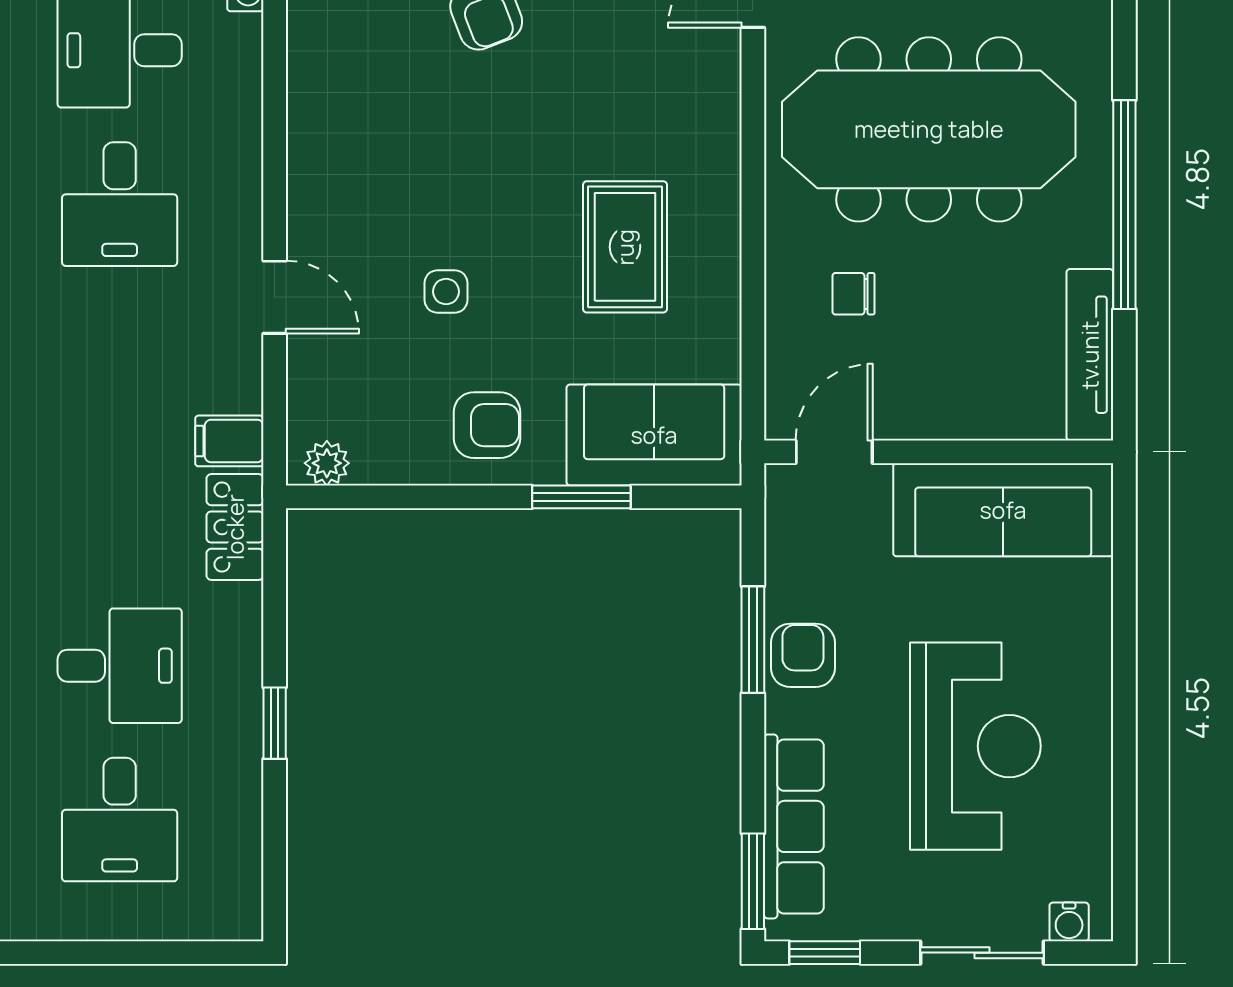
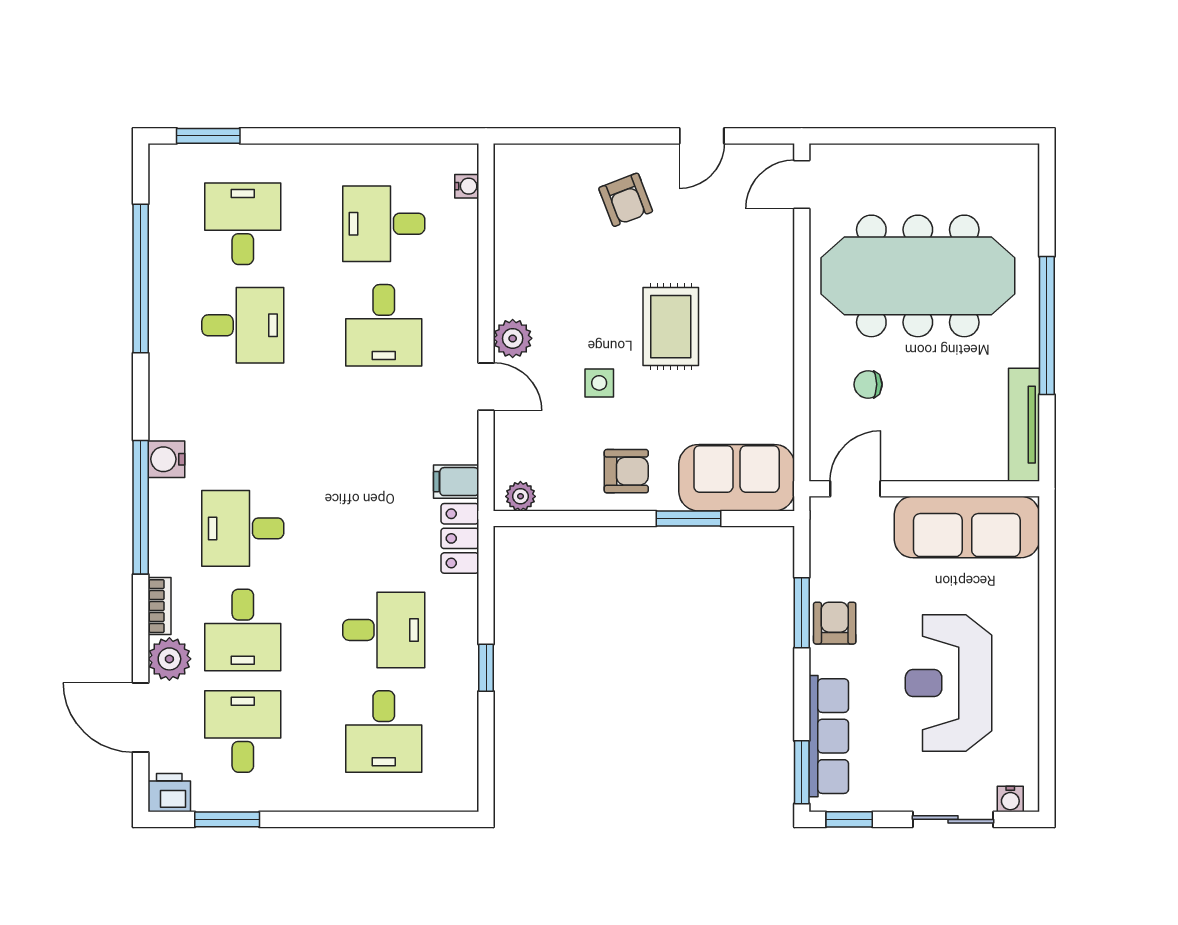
plant: (315, 224) -> (513, 338), added
rug: (625, 247) -> (671, 327), moved
reception desk: (975, 746) -> (949, 683), turned 180

